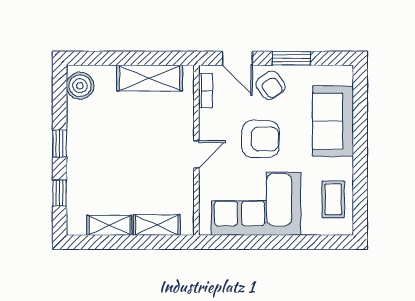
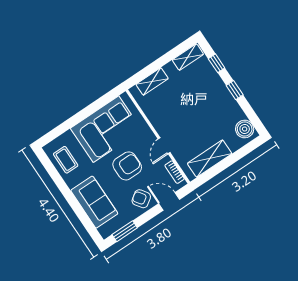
window: (291, 58) -> (125, 231), moved
armchair: (260, 139) -> (127, 166), turned 180
door: (196, 154) -> (164, 146), moved
shelving: (109, 225) -> (188, 57), moved

